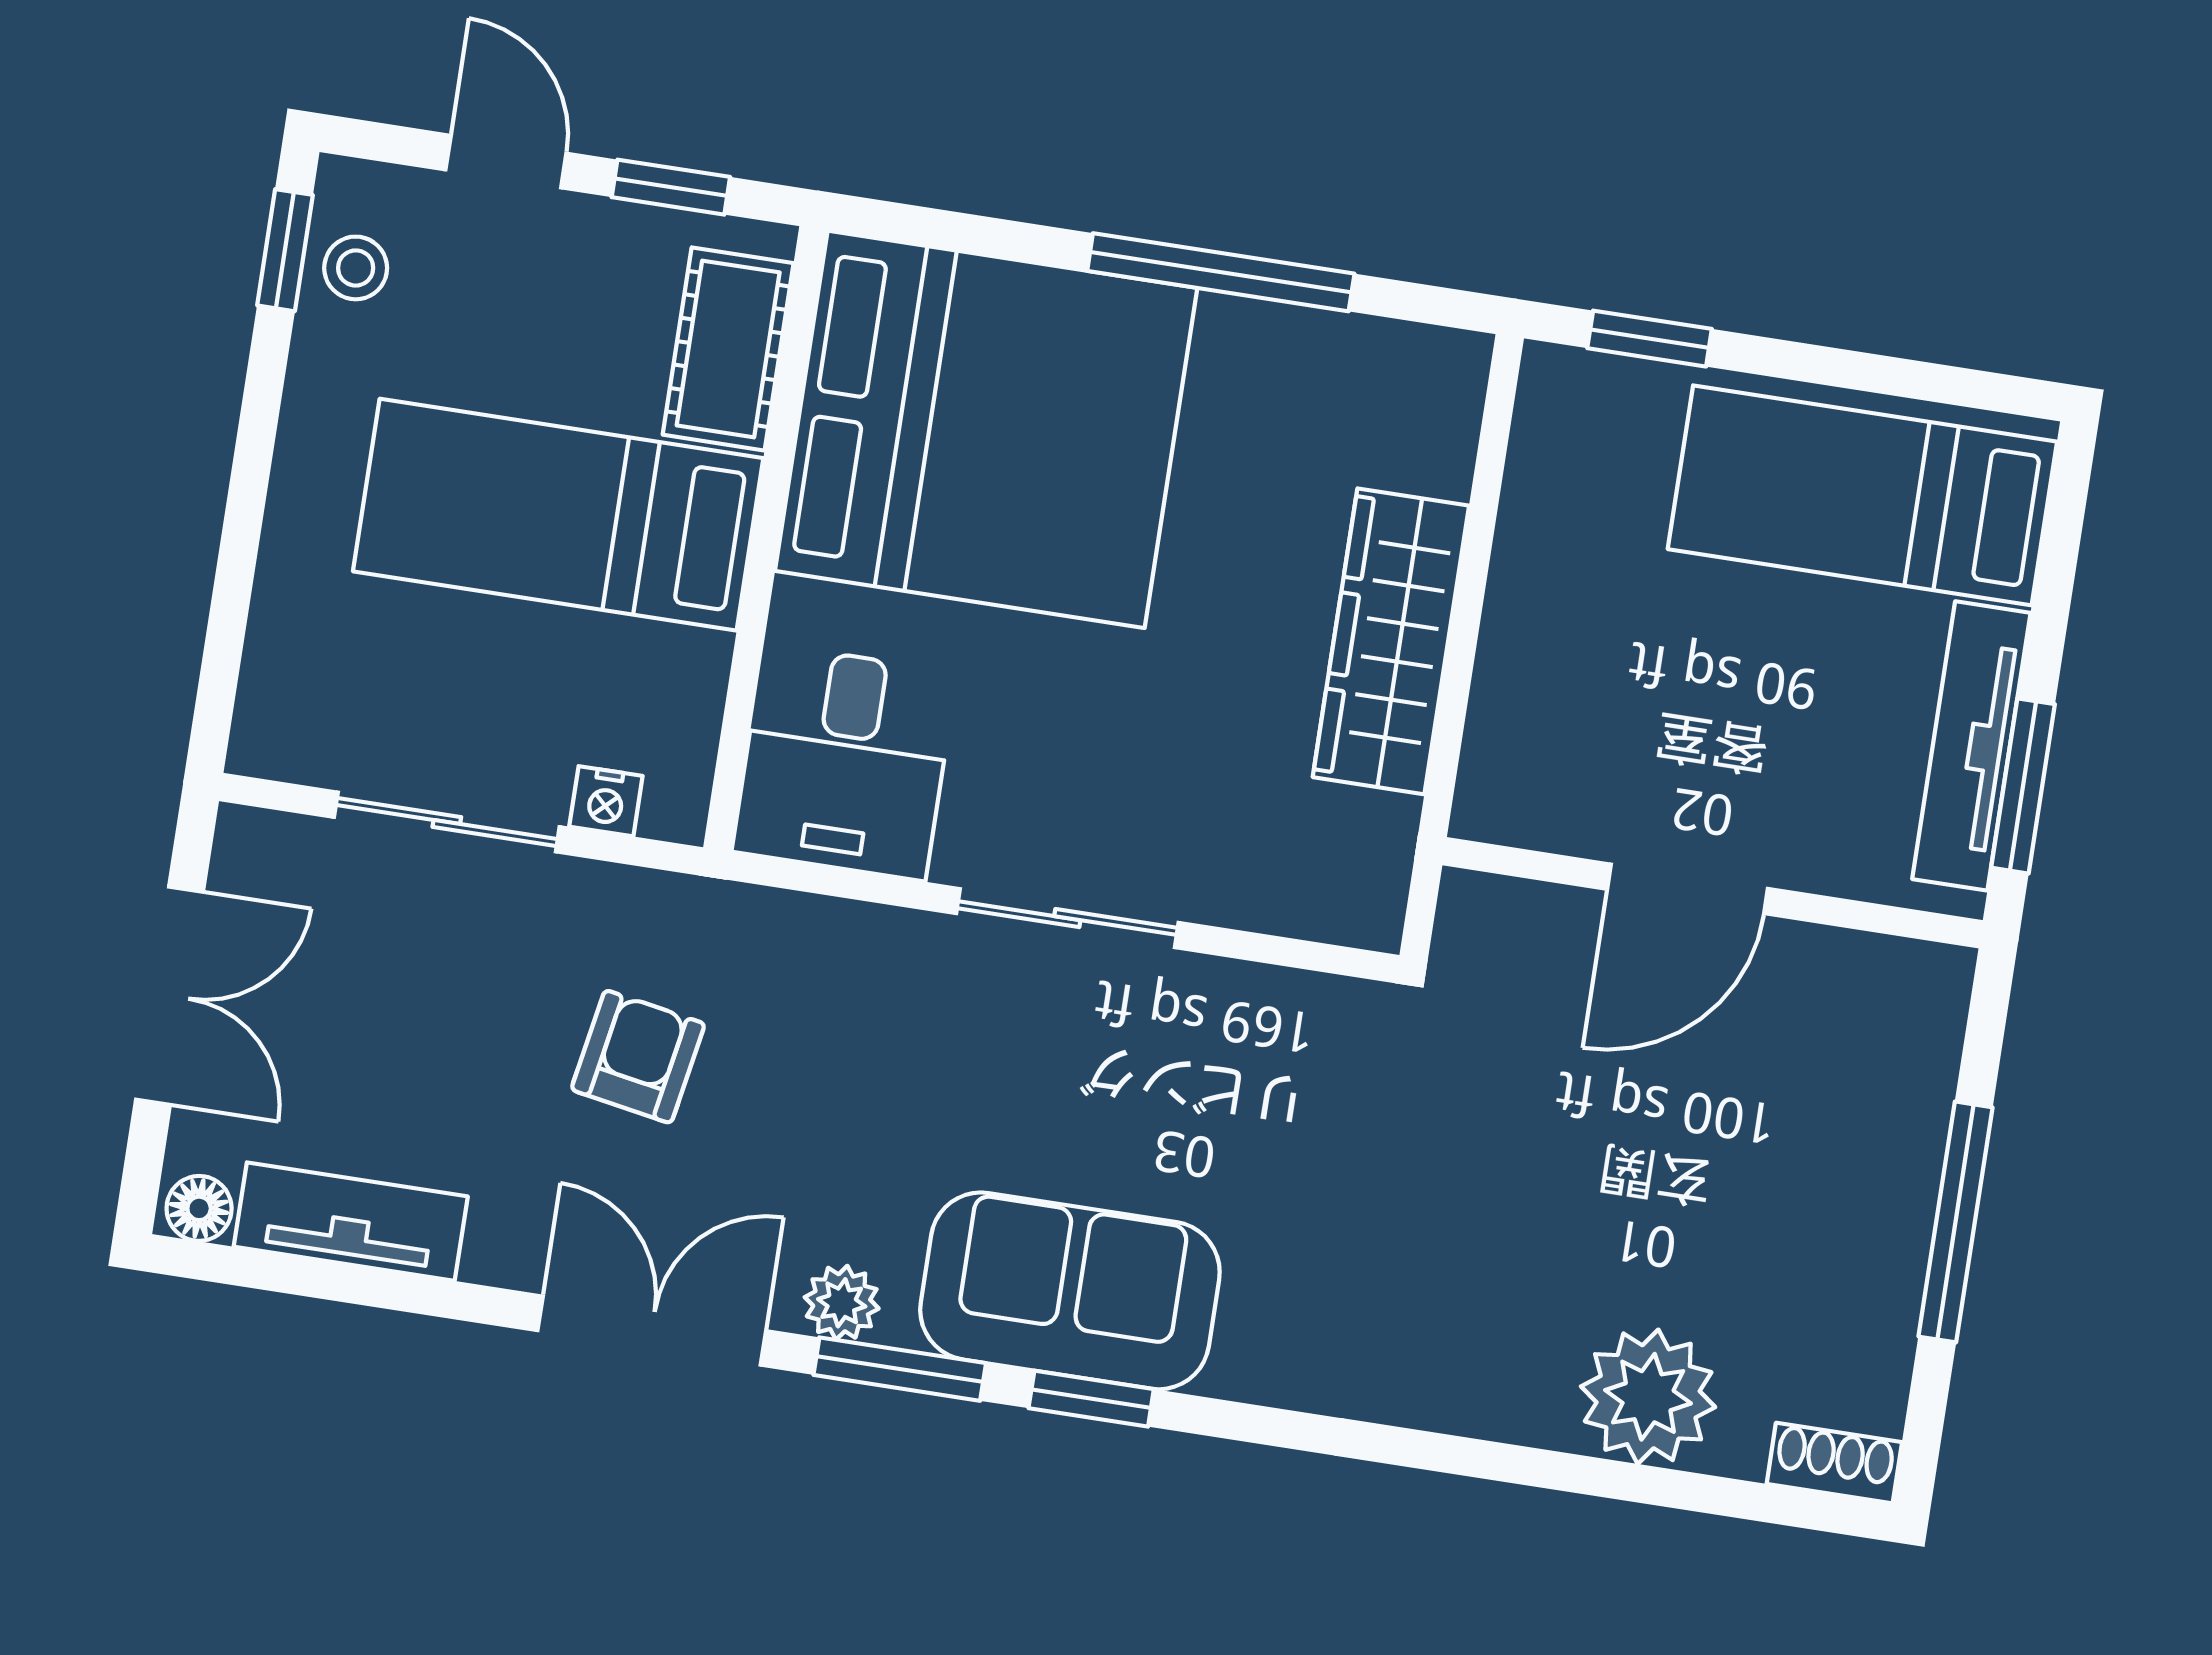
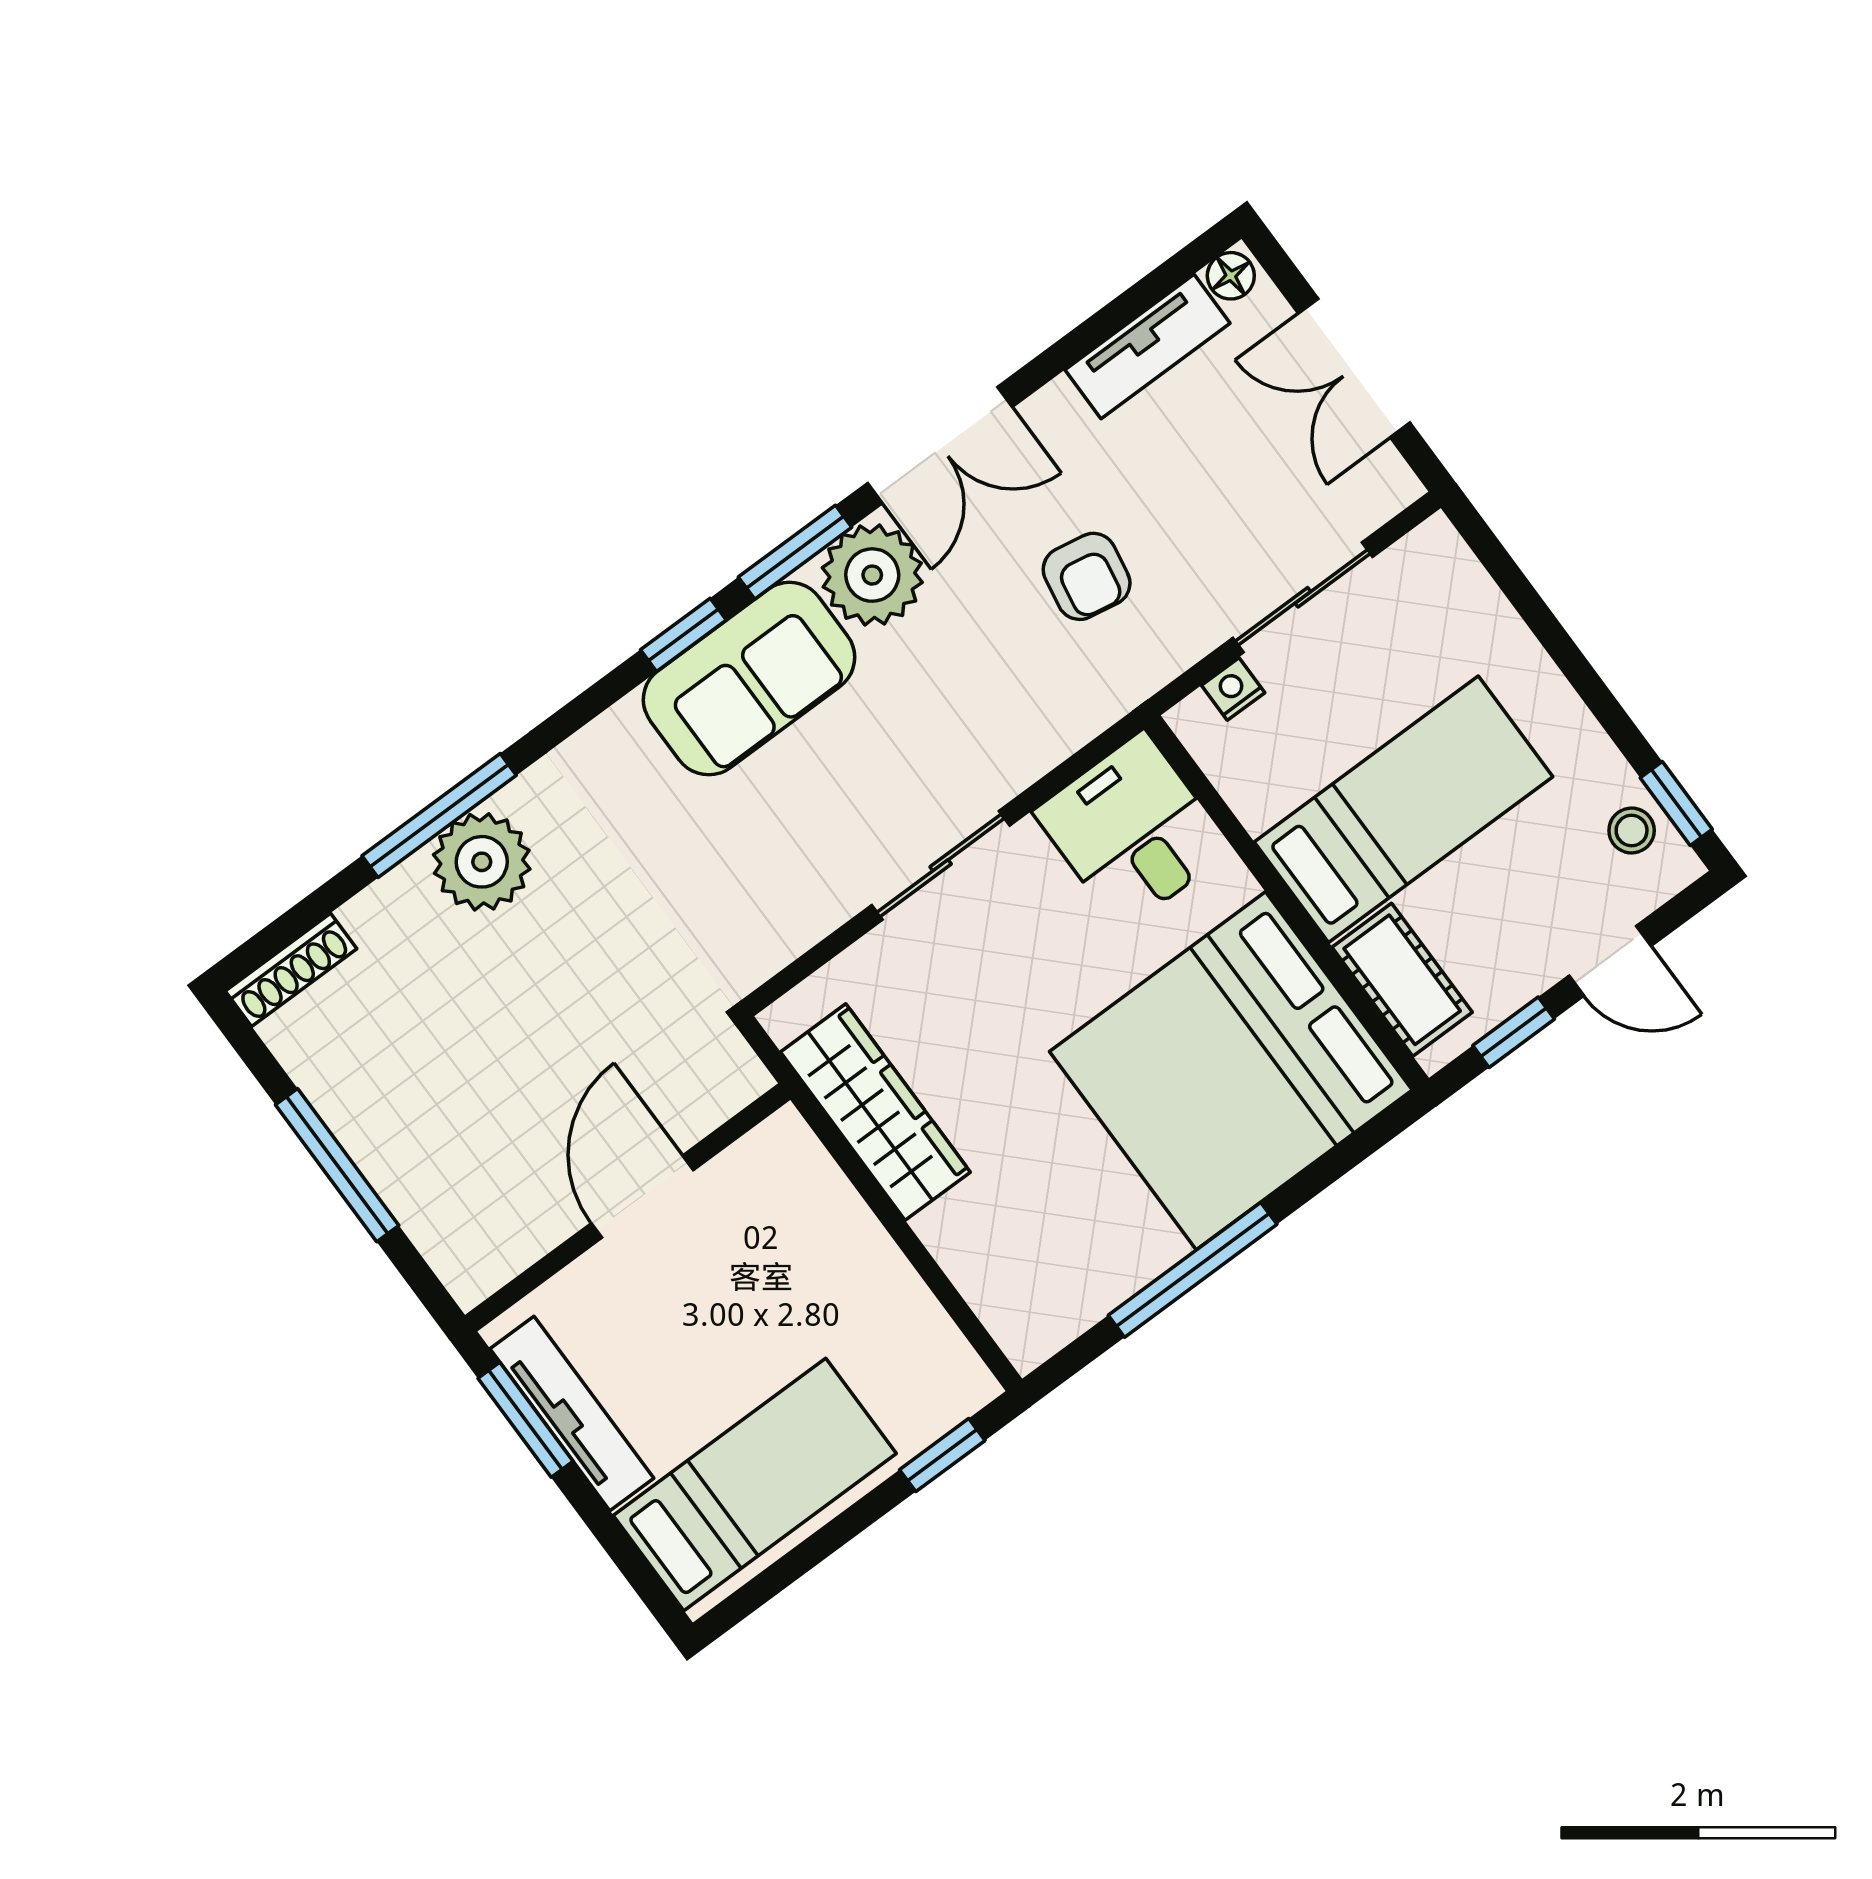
wardrobe: (1391, 641) -> (875, 1112), moved
plant: (842, 1303) -> (872, 575), width x1.88, depth x1.88
plant: (1648, 1397) -> (482, 862), moved
window: (1509, 1463) -> (439, 816), added
shoe rack: (1834, 1463) -> (291, 970), width x1.43

